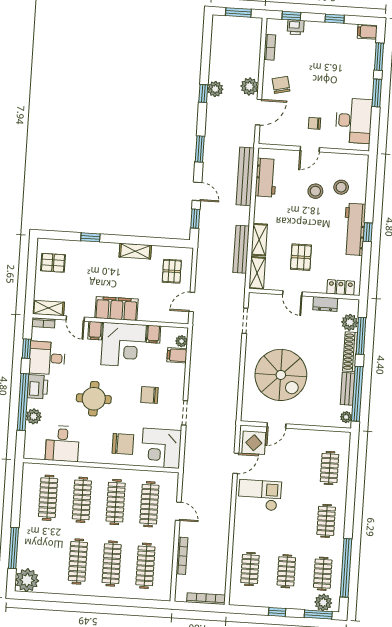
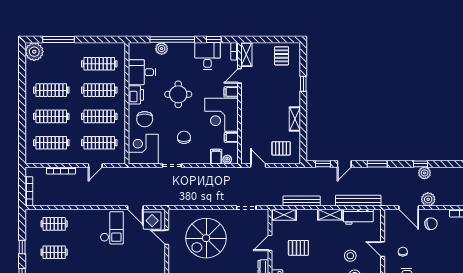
shelving: (259, 240) -> (330, 215), moved
filing cabinet: (117, 308) -> (249, 107), removed
printer: (38, 387) -> (136, 95), moved, turned -90

